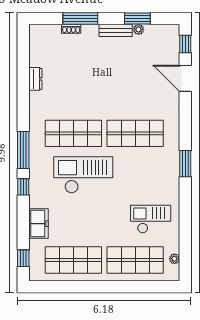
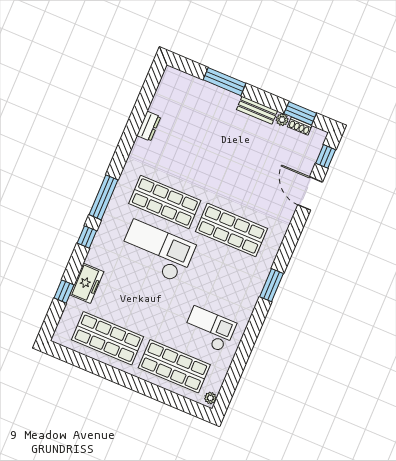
window: (137, 18) -> (300, 113), moved
shoe rack: (71, 29) -> (300, 126), moved
window: (23, 258) -> (64, 291), moved
plant: (174, 259) -> (210, 398), moved

